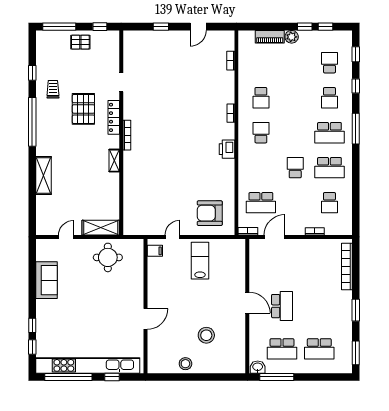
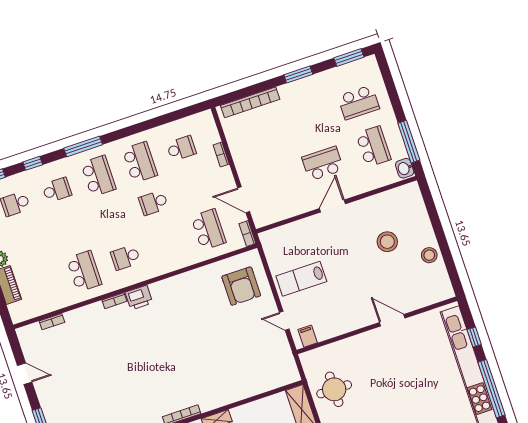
school desk: (261, 98) -> (84, 271), width x1.85
printer: (227, 149) -> (139, 298), moved
school desk: (319, 349) -> (359, 102), turned 90

